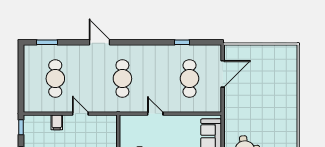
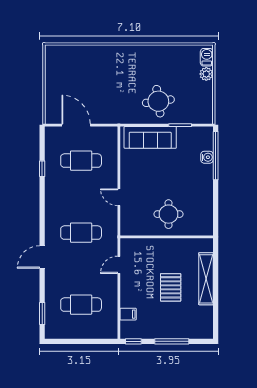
door: (80, 114) -> (119, 265), moved
door: (155, 114) -> (119, 197), hinge flipped
filing cabinet: (57, 122) -> (128, 314), moved

